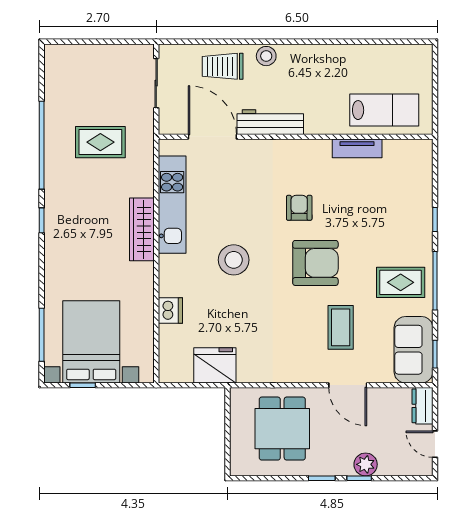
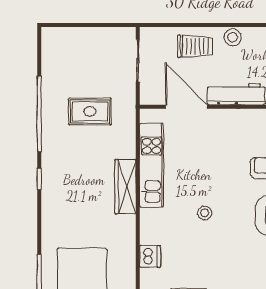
trolley: (223, 66) -> (195, 46), turned 180
stool: (234, 260) -> (205, 213), width x0.53, depth x0.53

